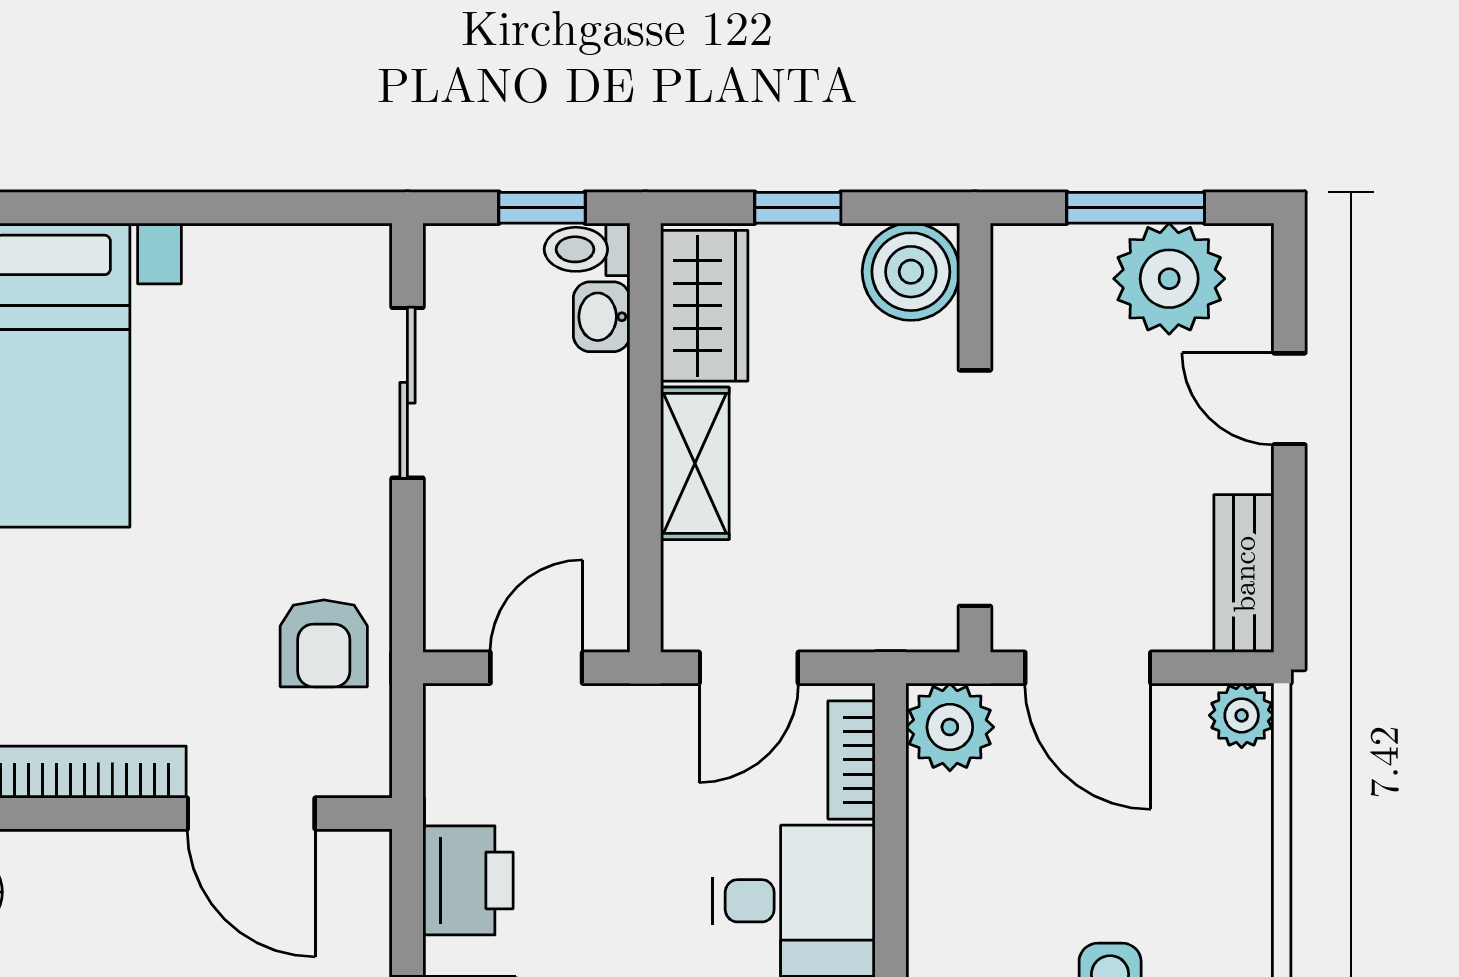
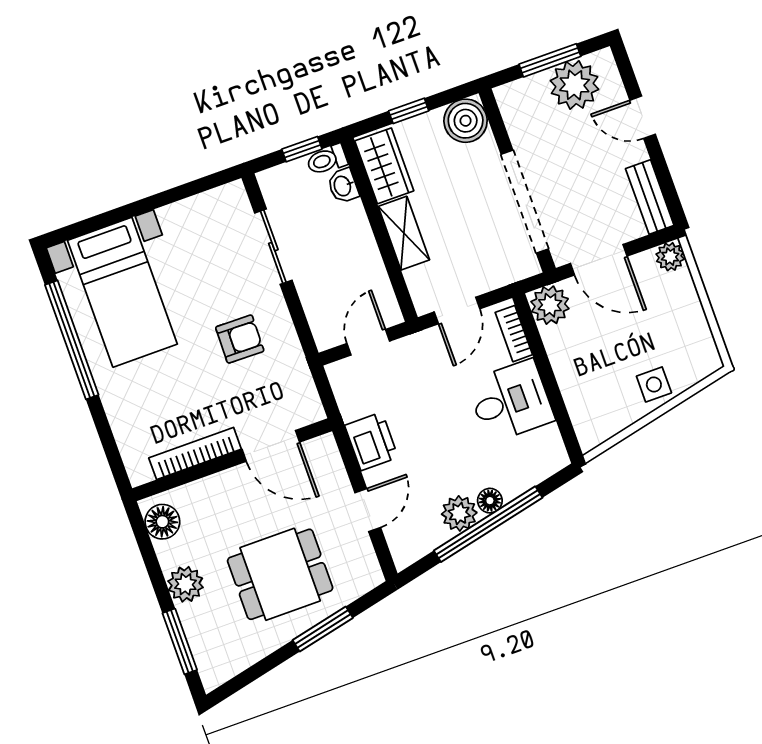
armchair: (324, 643) -> (240, 339), moved, turned -89

